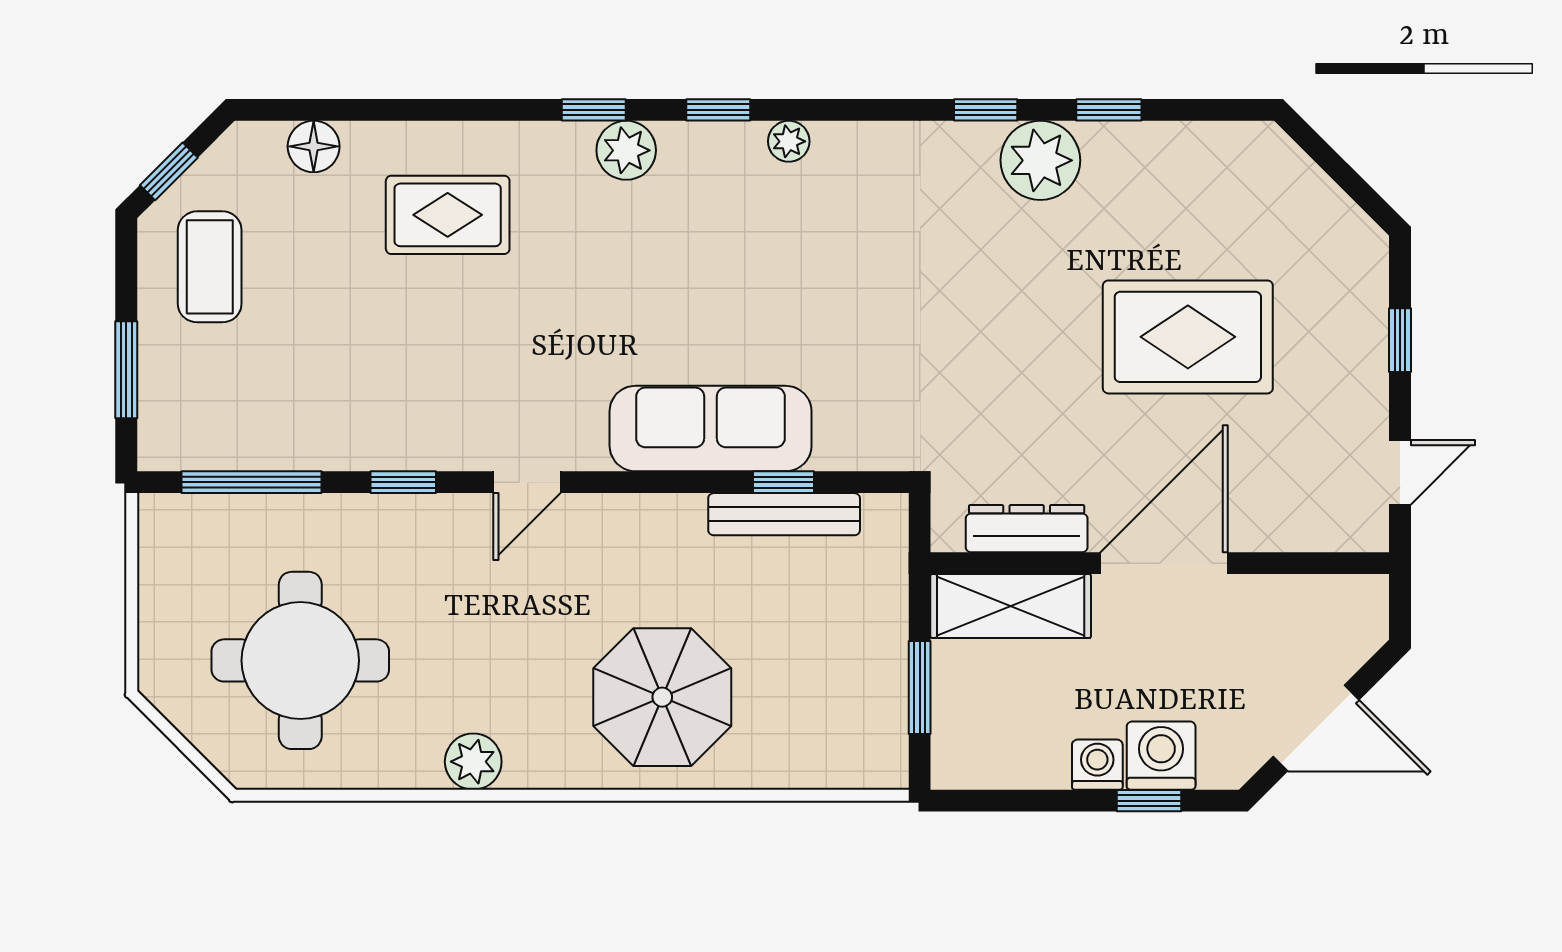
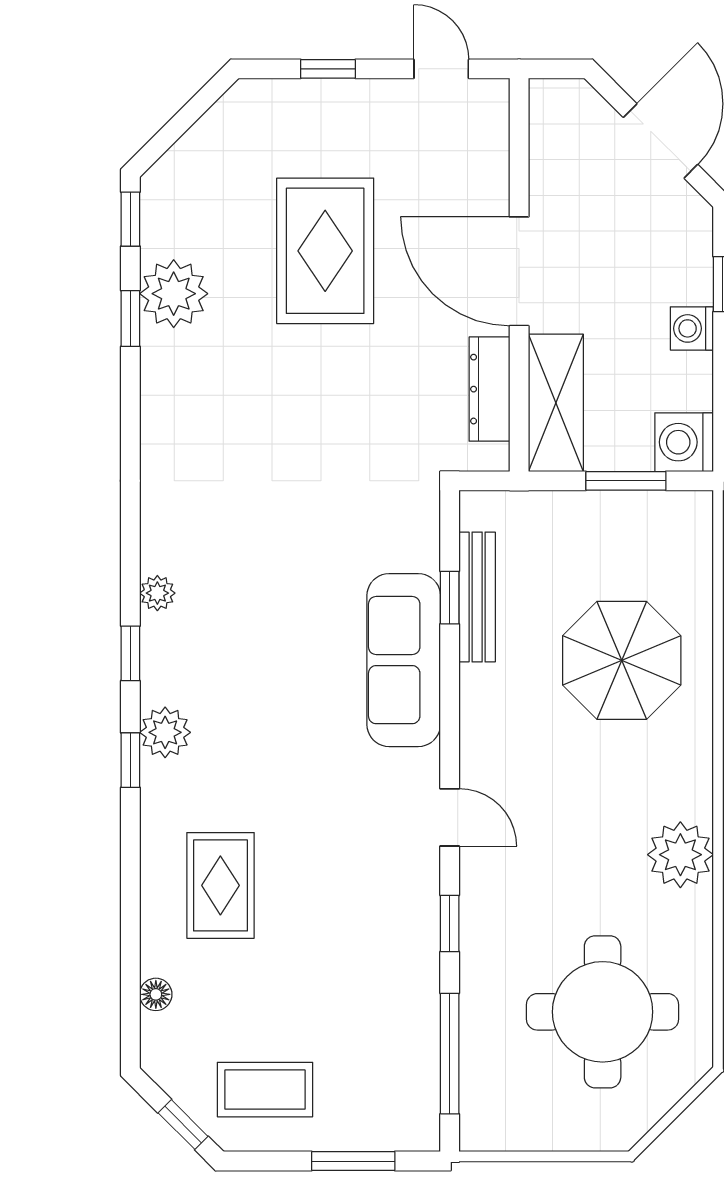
window: (986, 110) -> (130, 219), moved
floor lamp: (314, 146) -> (156, 994), width x0.73, depth x0.73
plant: (1040, 160) -> (174, 294), moved
parasol: (662, 697) -> (622, 660), moved
washing machine: (1161, 756) -> (684, 442), moved
plant: (473, 762) -> (680, 855), width x1.36, depth x1.36

